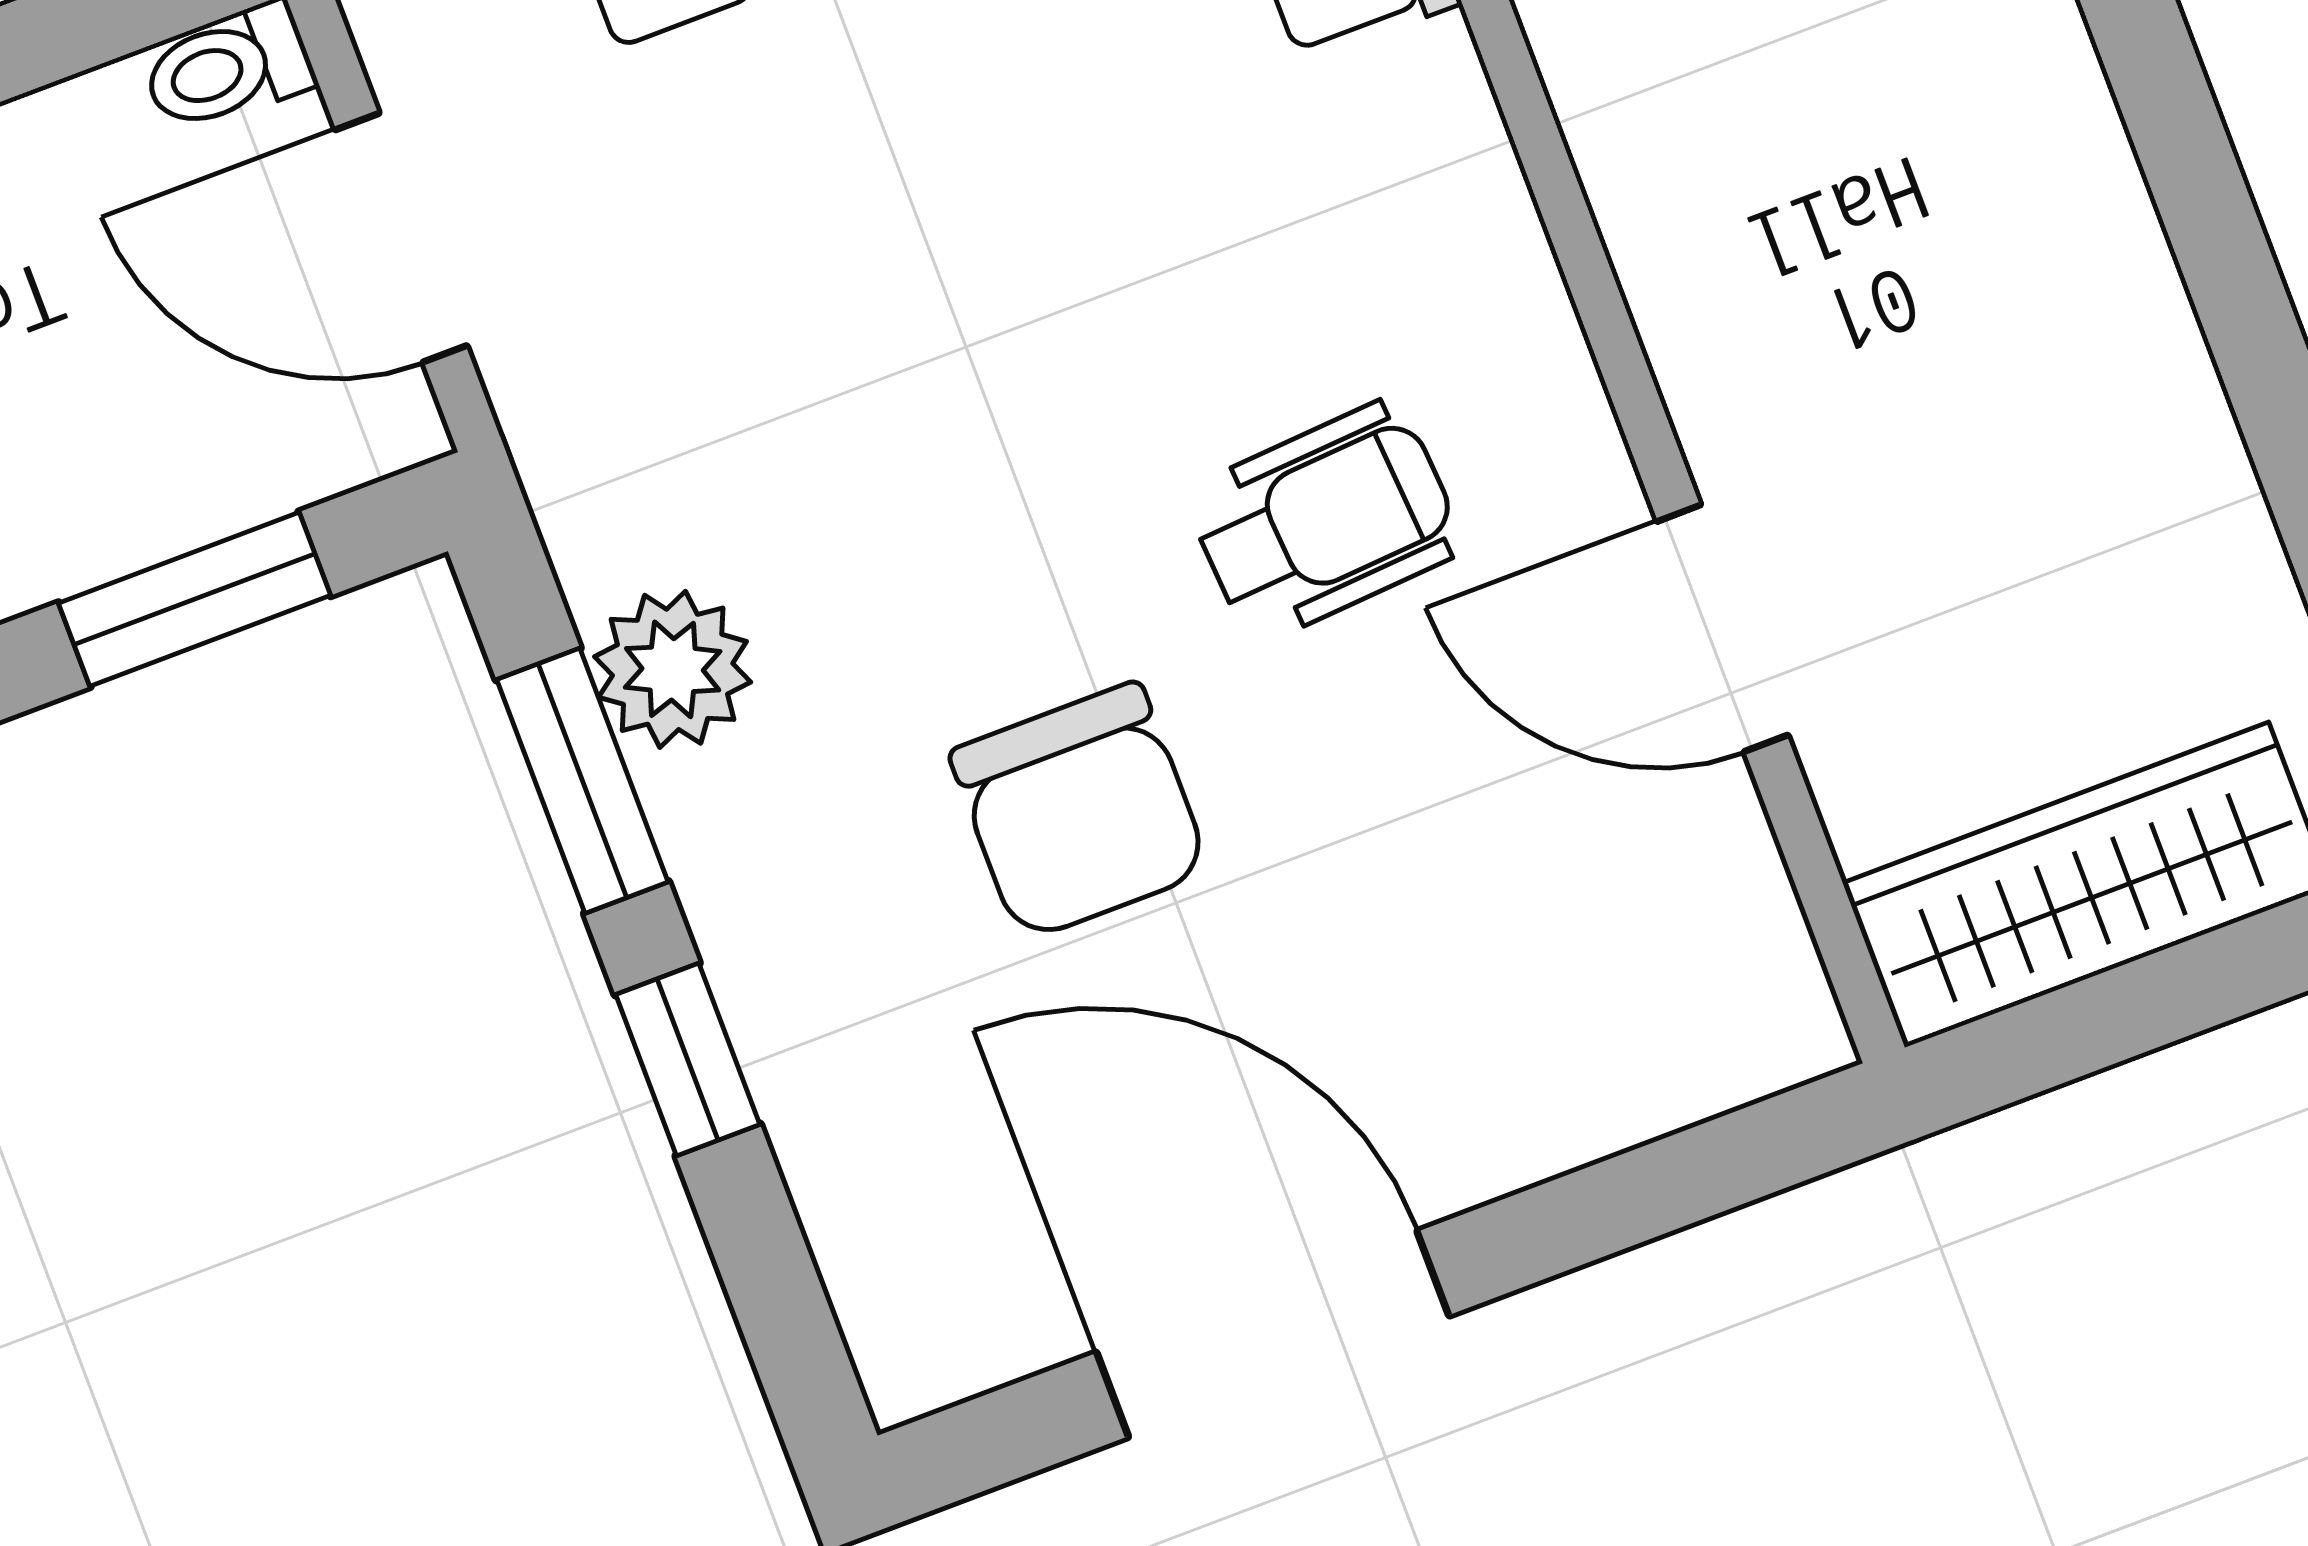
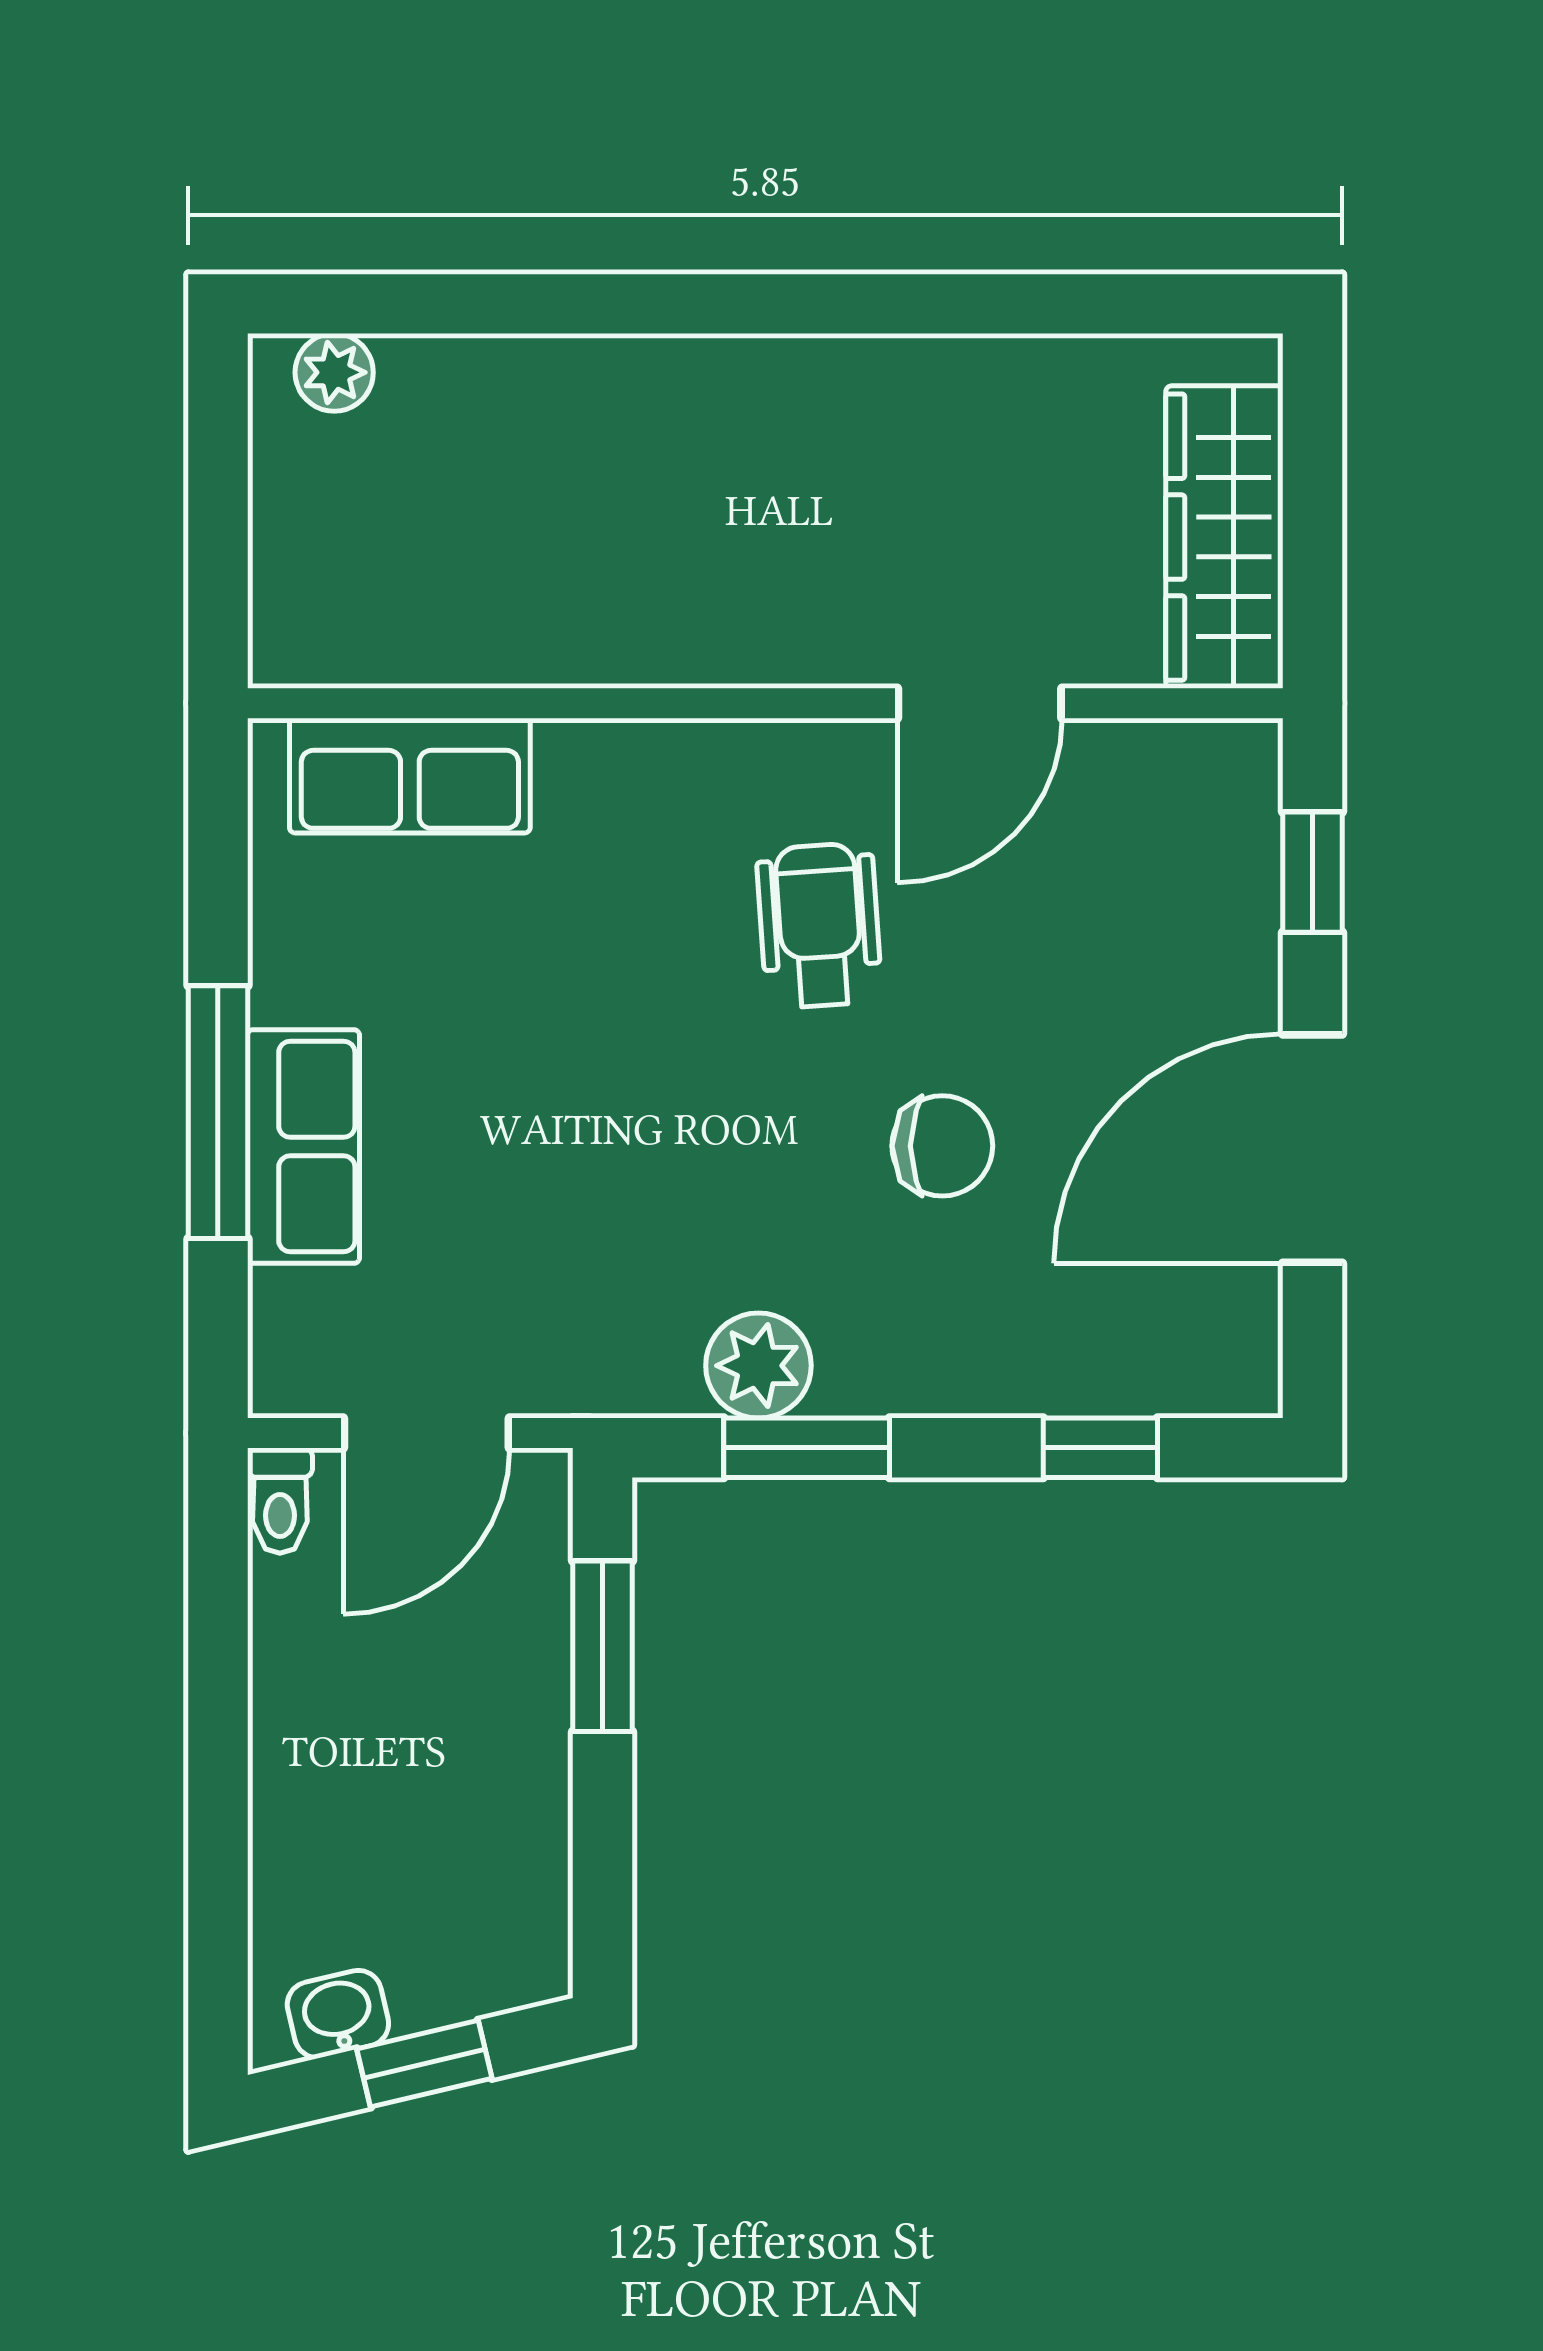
chair: (1080, 811) -> (942, 1146), width x0.73, depth x0.73
window: (688, 1059) -> (1100, 1448), moved
window: (1662, 1187) -> (1313, 872), added

